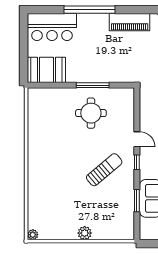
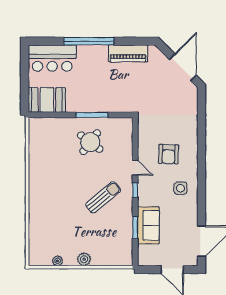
round table: (91, 113) -> (90, 142), turned 37
plant: (33, 235) -> (58, 261), moved

